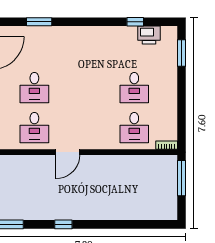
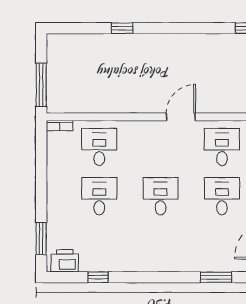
printer: (149, 35) -> (65, 261), moved
desk: (84, 88) -> (161, 196), added
window: (63, 224) -> (122, 28), moved

